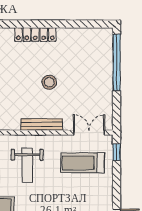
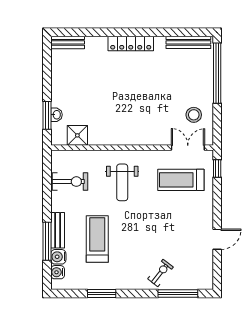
stool: (49, 82) -> (194, 115), moved
bench: (42, 125) -> (188, 42), moved

